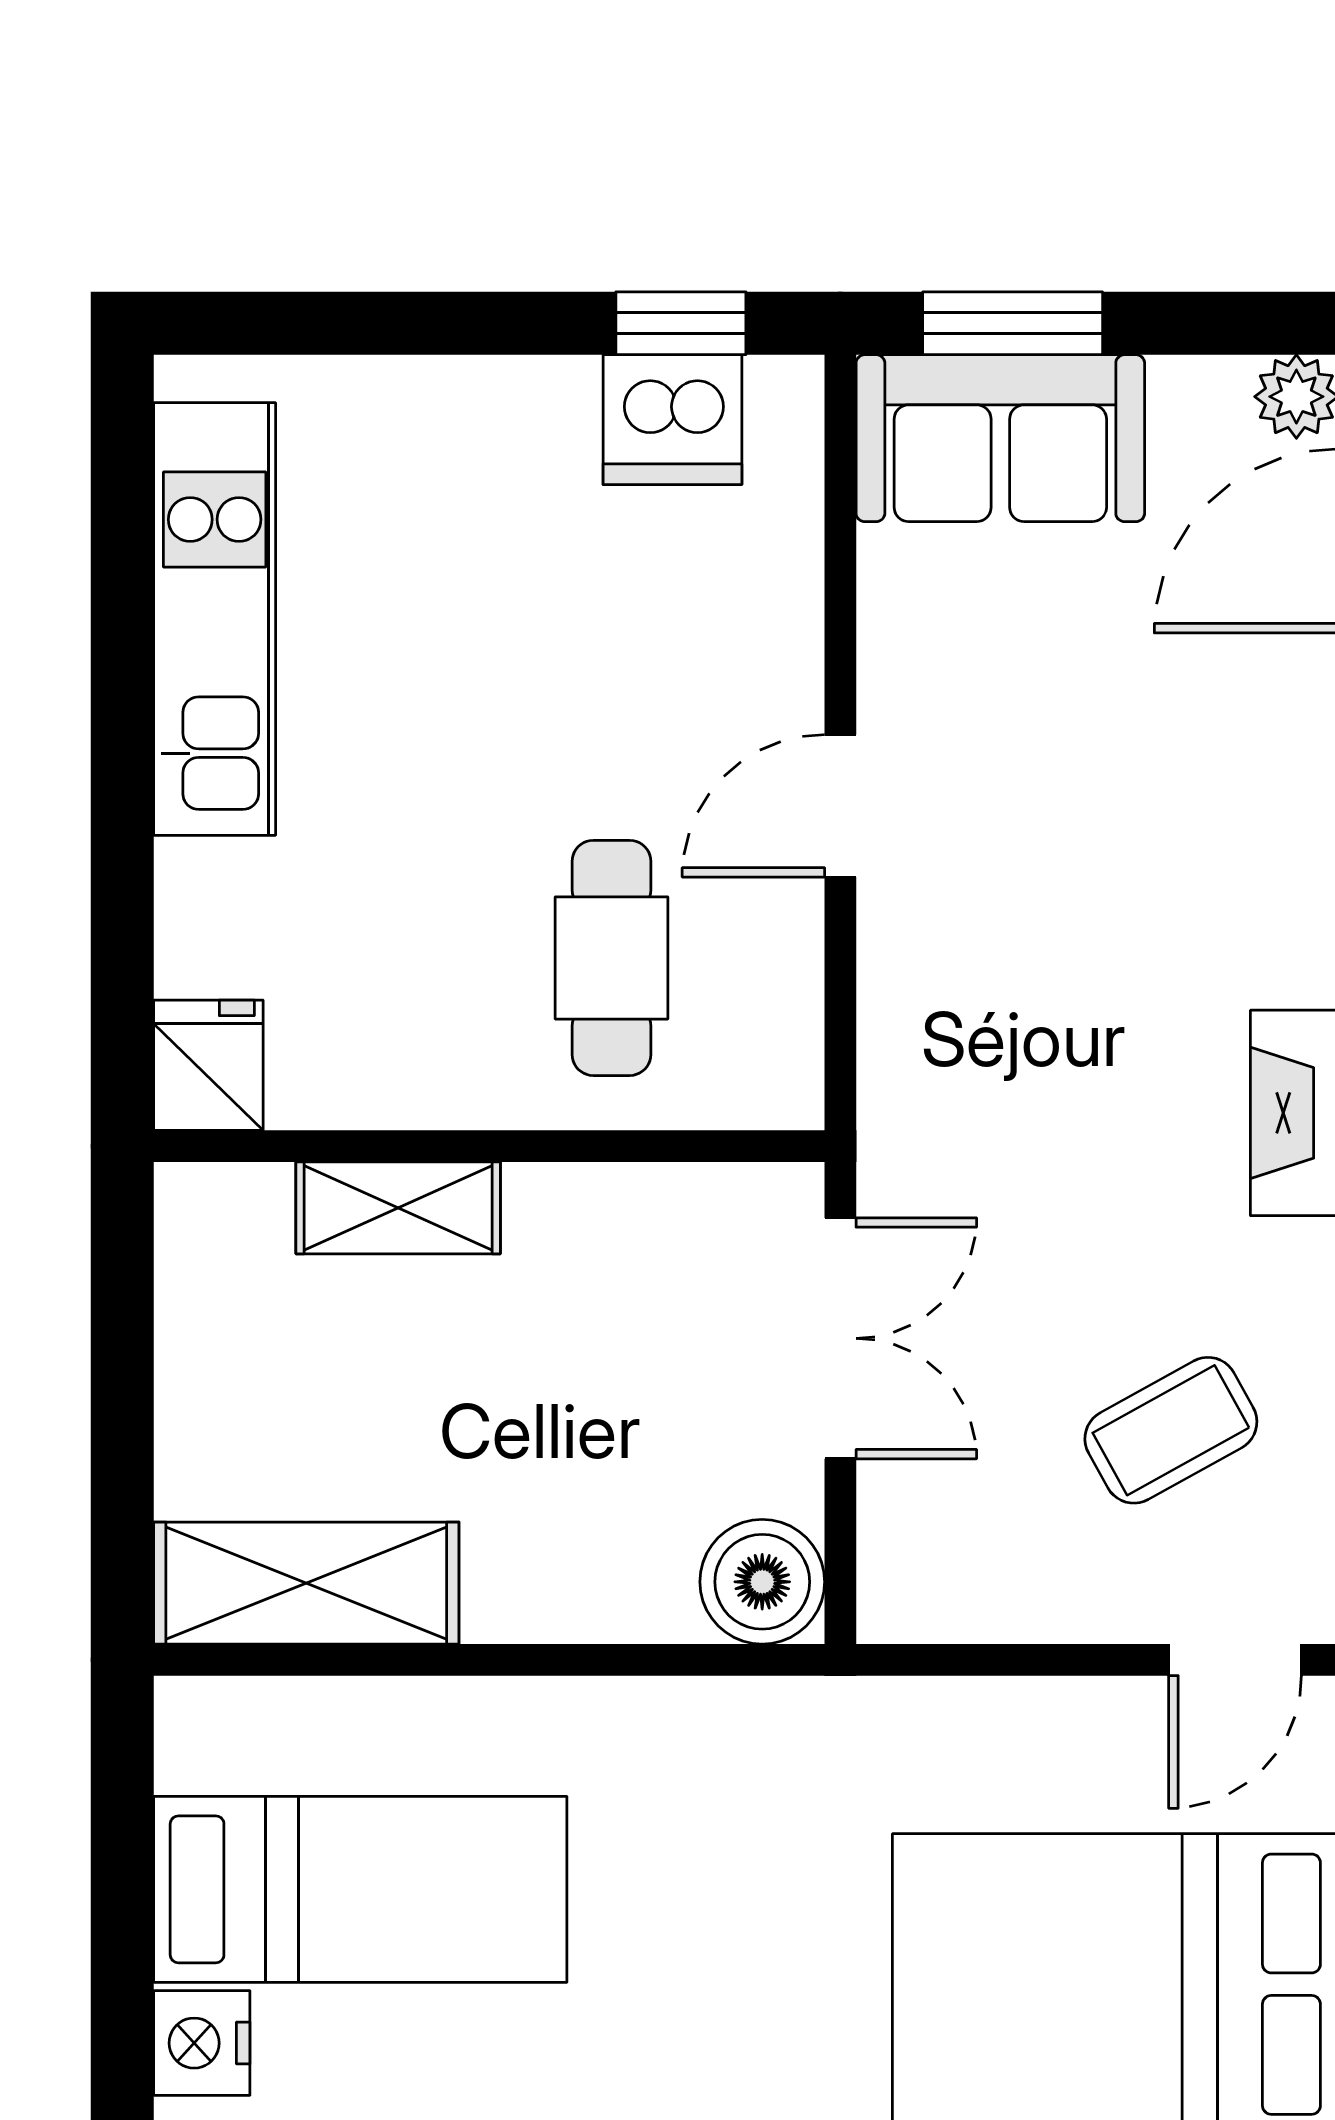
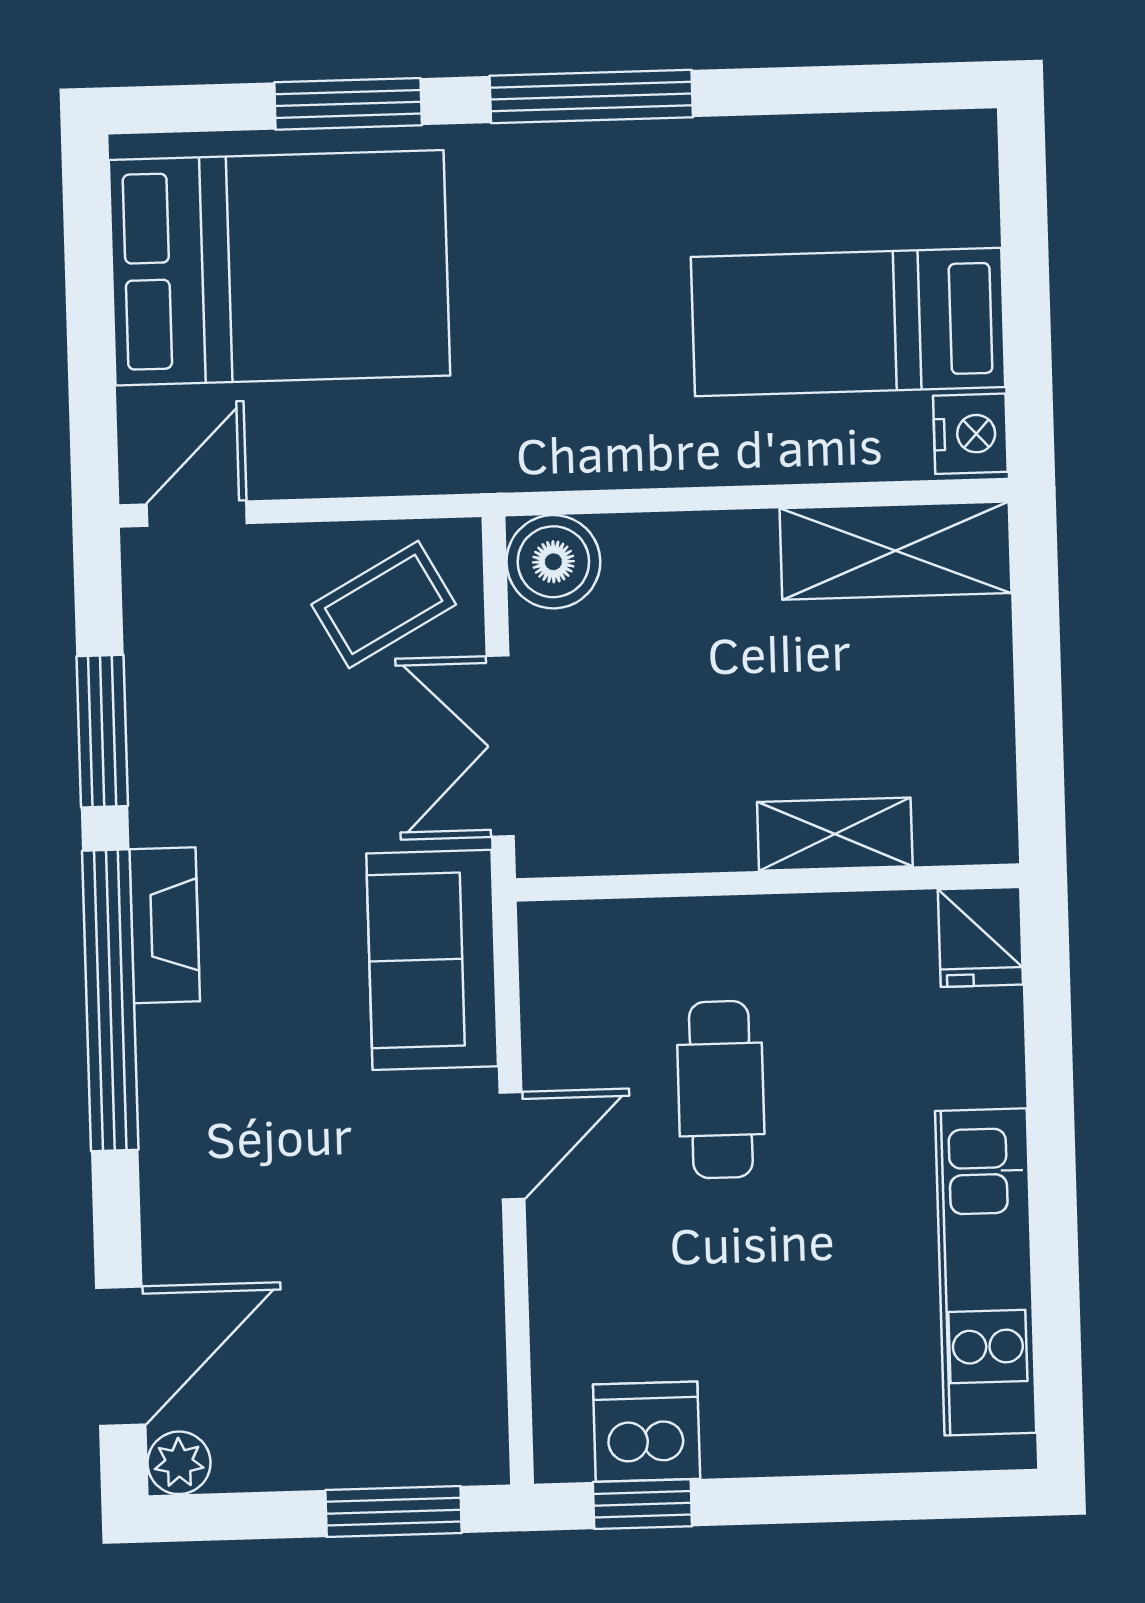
sofa: (1000, 438) -> (432, 960), moved, turned -90
cafe table: (611, 958) -> (721, 1090), moved
coffee table: (1171, 1430) -> (384, 604), moved
nightstand: (202, 2043) -> (970, 434), moved

